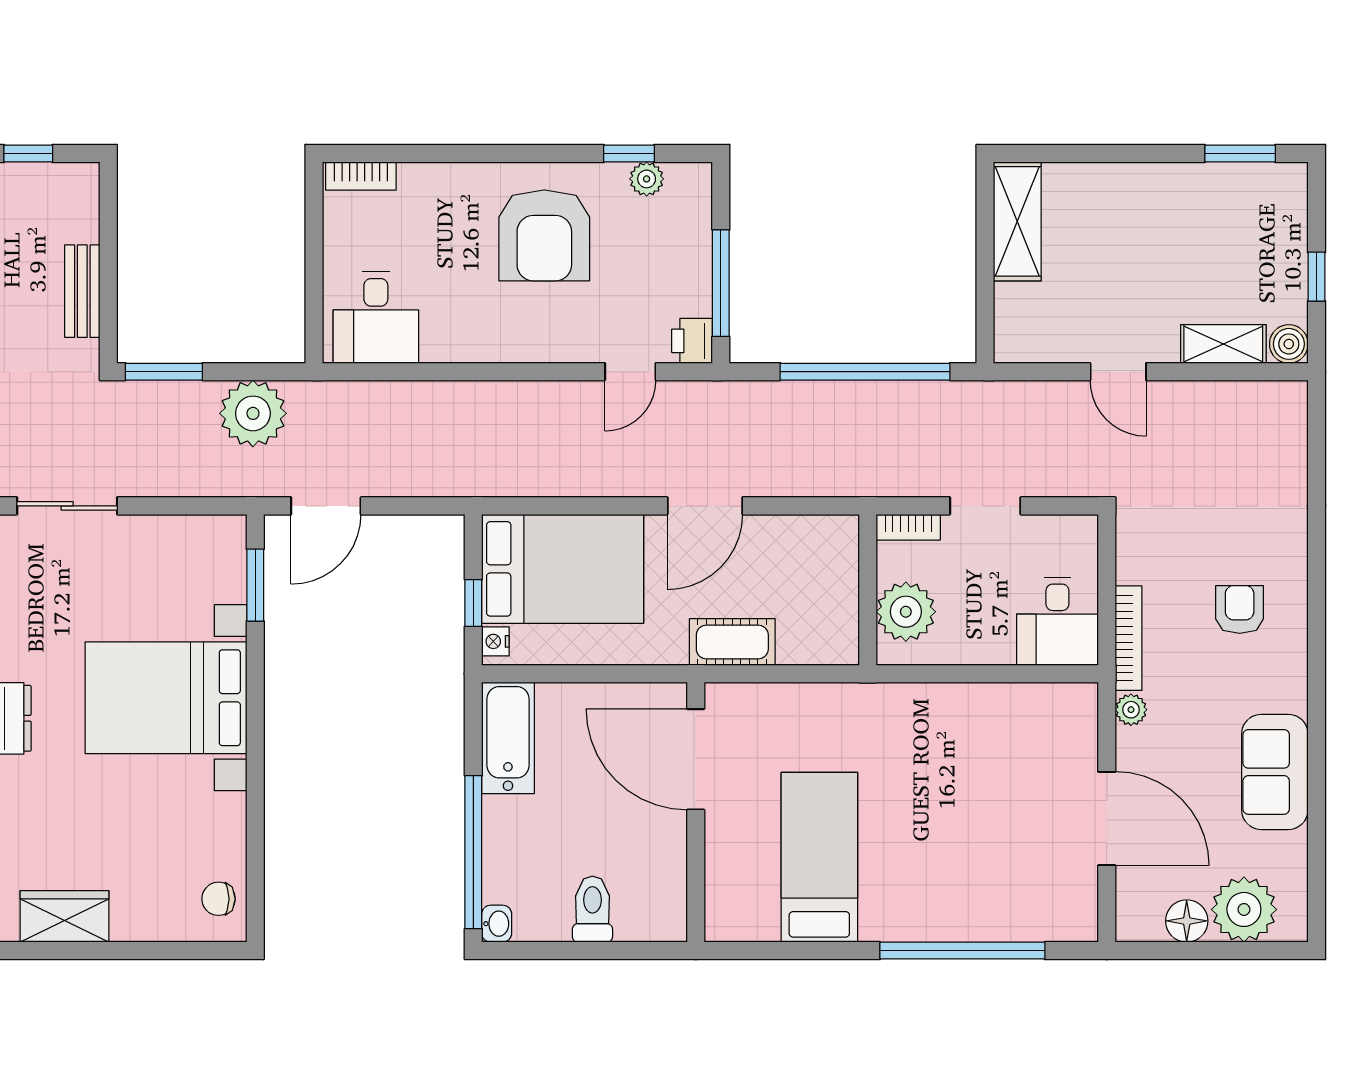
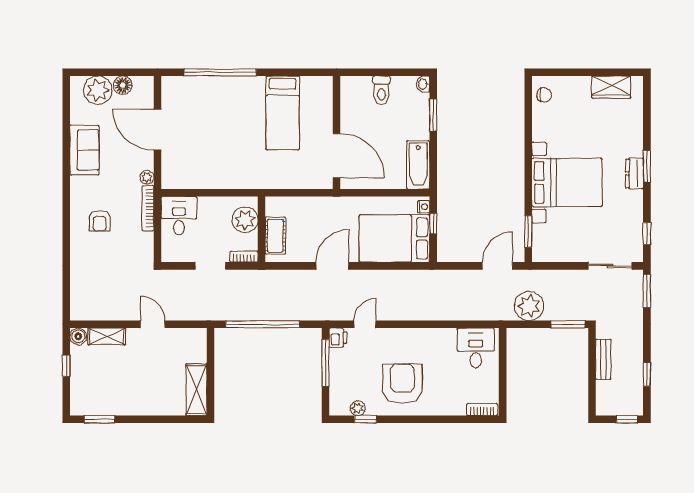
cot: (732, 642) -> (275, 236), moved, turned 90
window: (473, 852) -> (433, 115), width x0.47

